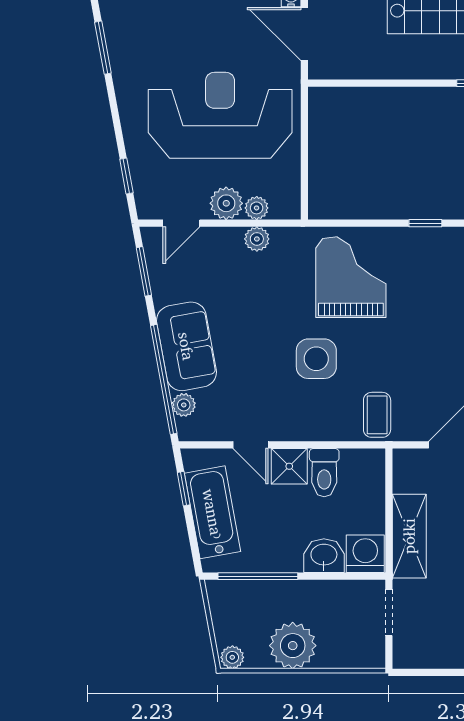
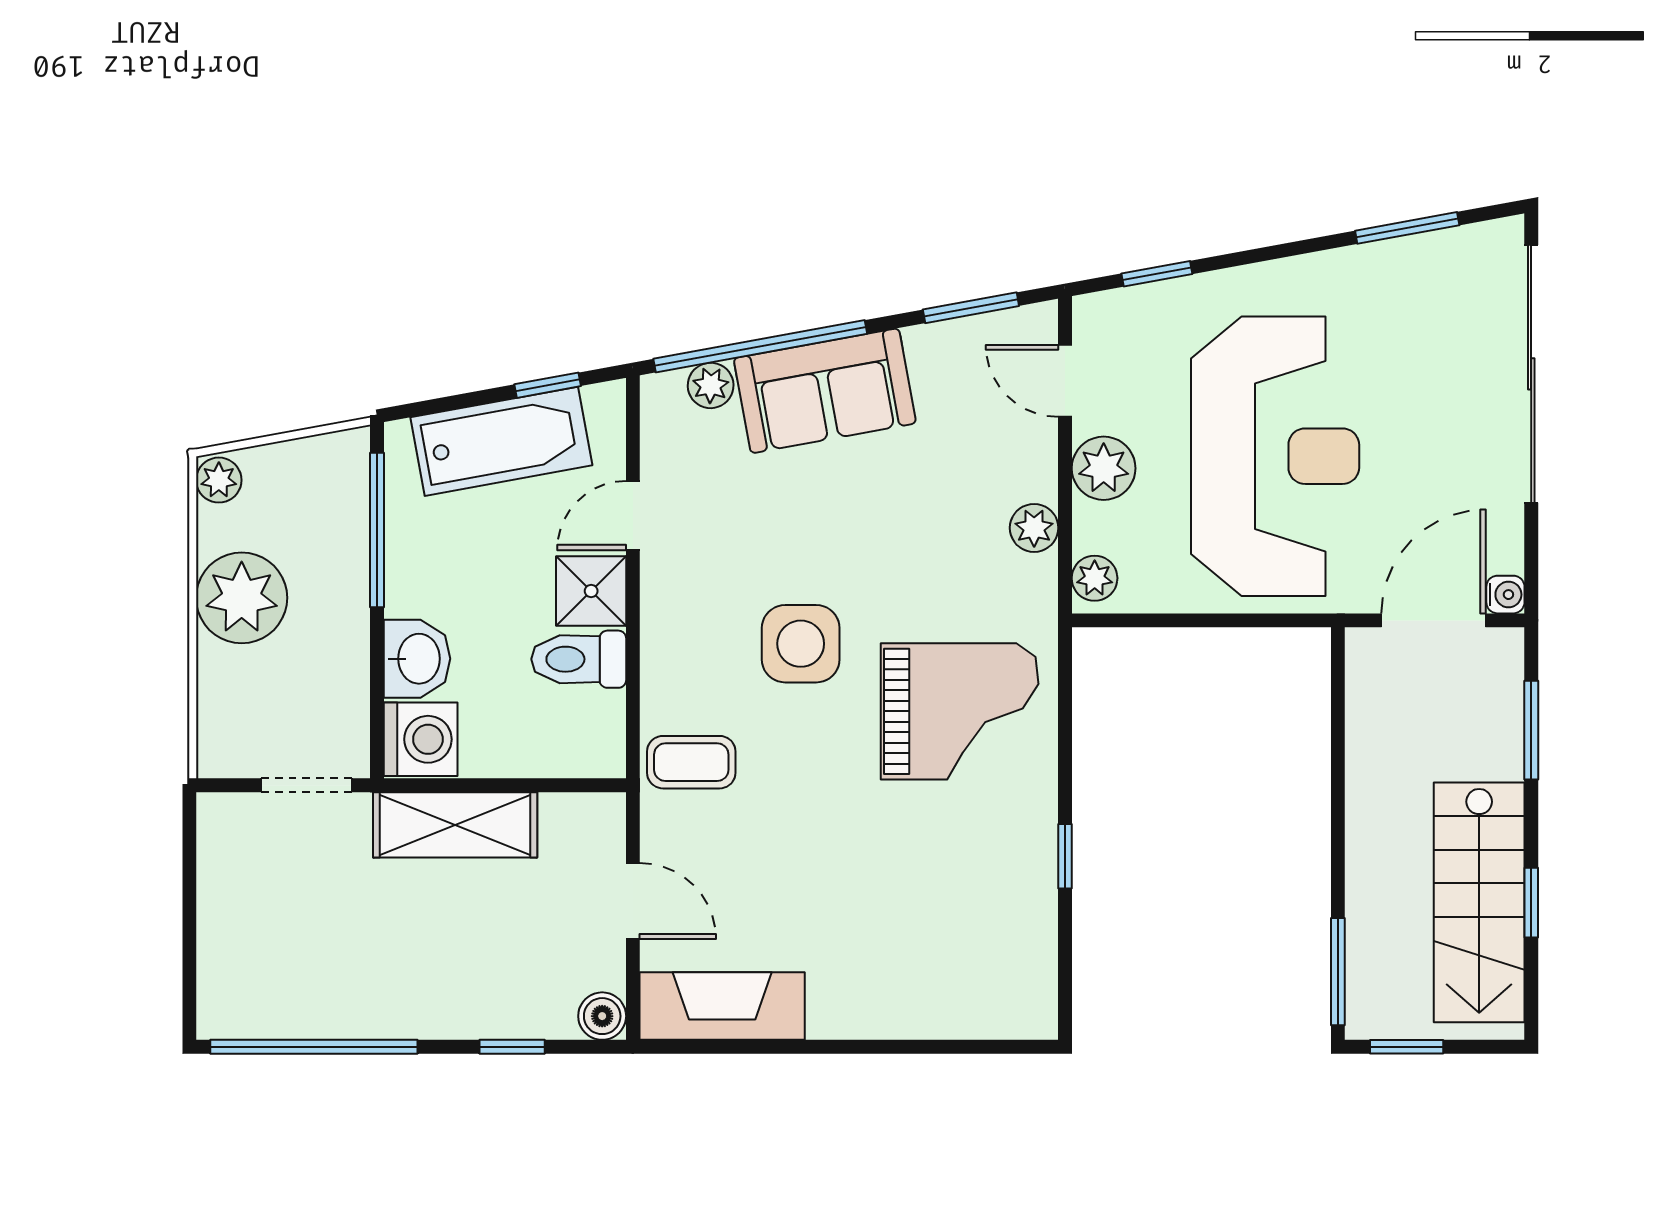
plant: (257, 208) -> (1095, 578), moved

